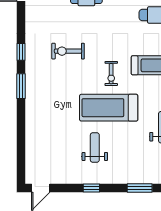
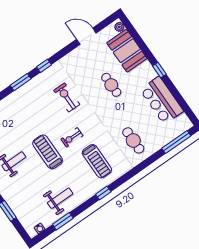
treadmill: (109, 108) -> (48, 152), width x0.73, depth x0.73

